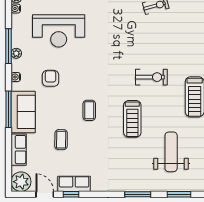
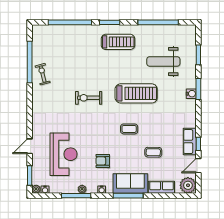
exercise bike: (151, 77) -> (89, 98), moved, turned -90
treadmill: (132, 119) -> (136, 93), width x1.37, depth x1.38
water cooler: (132, 186) -> (191, 94), added

